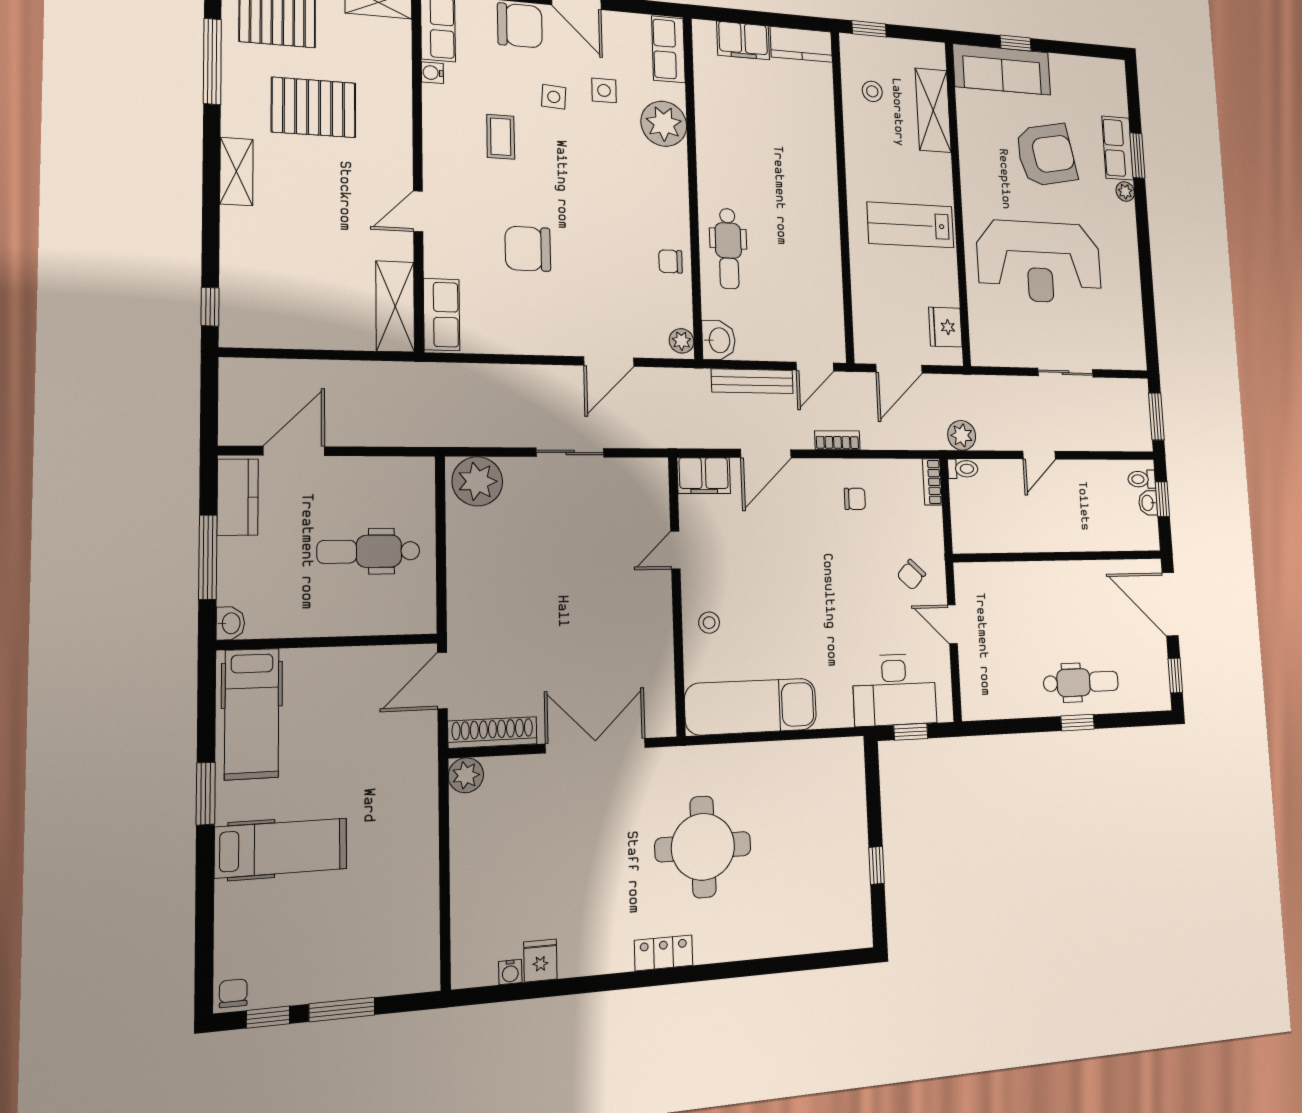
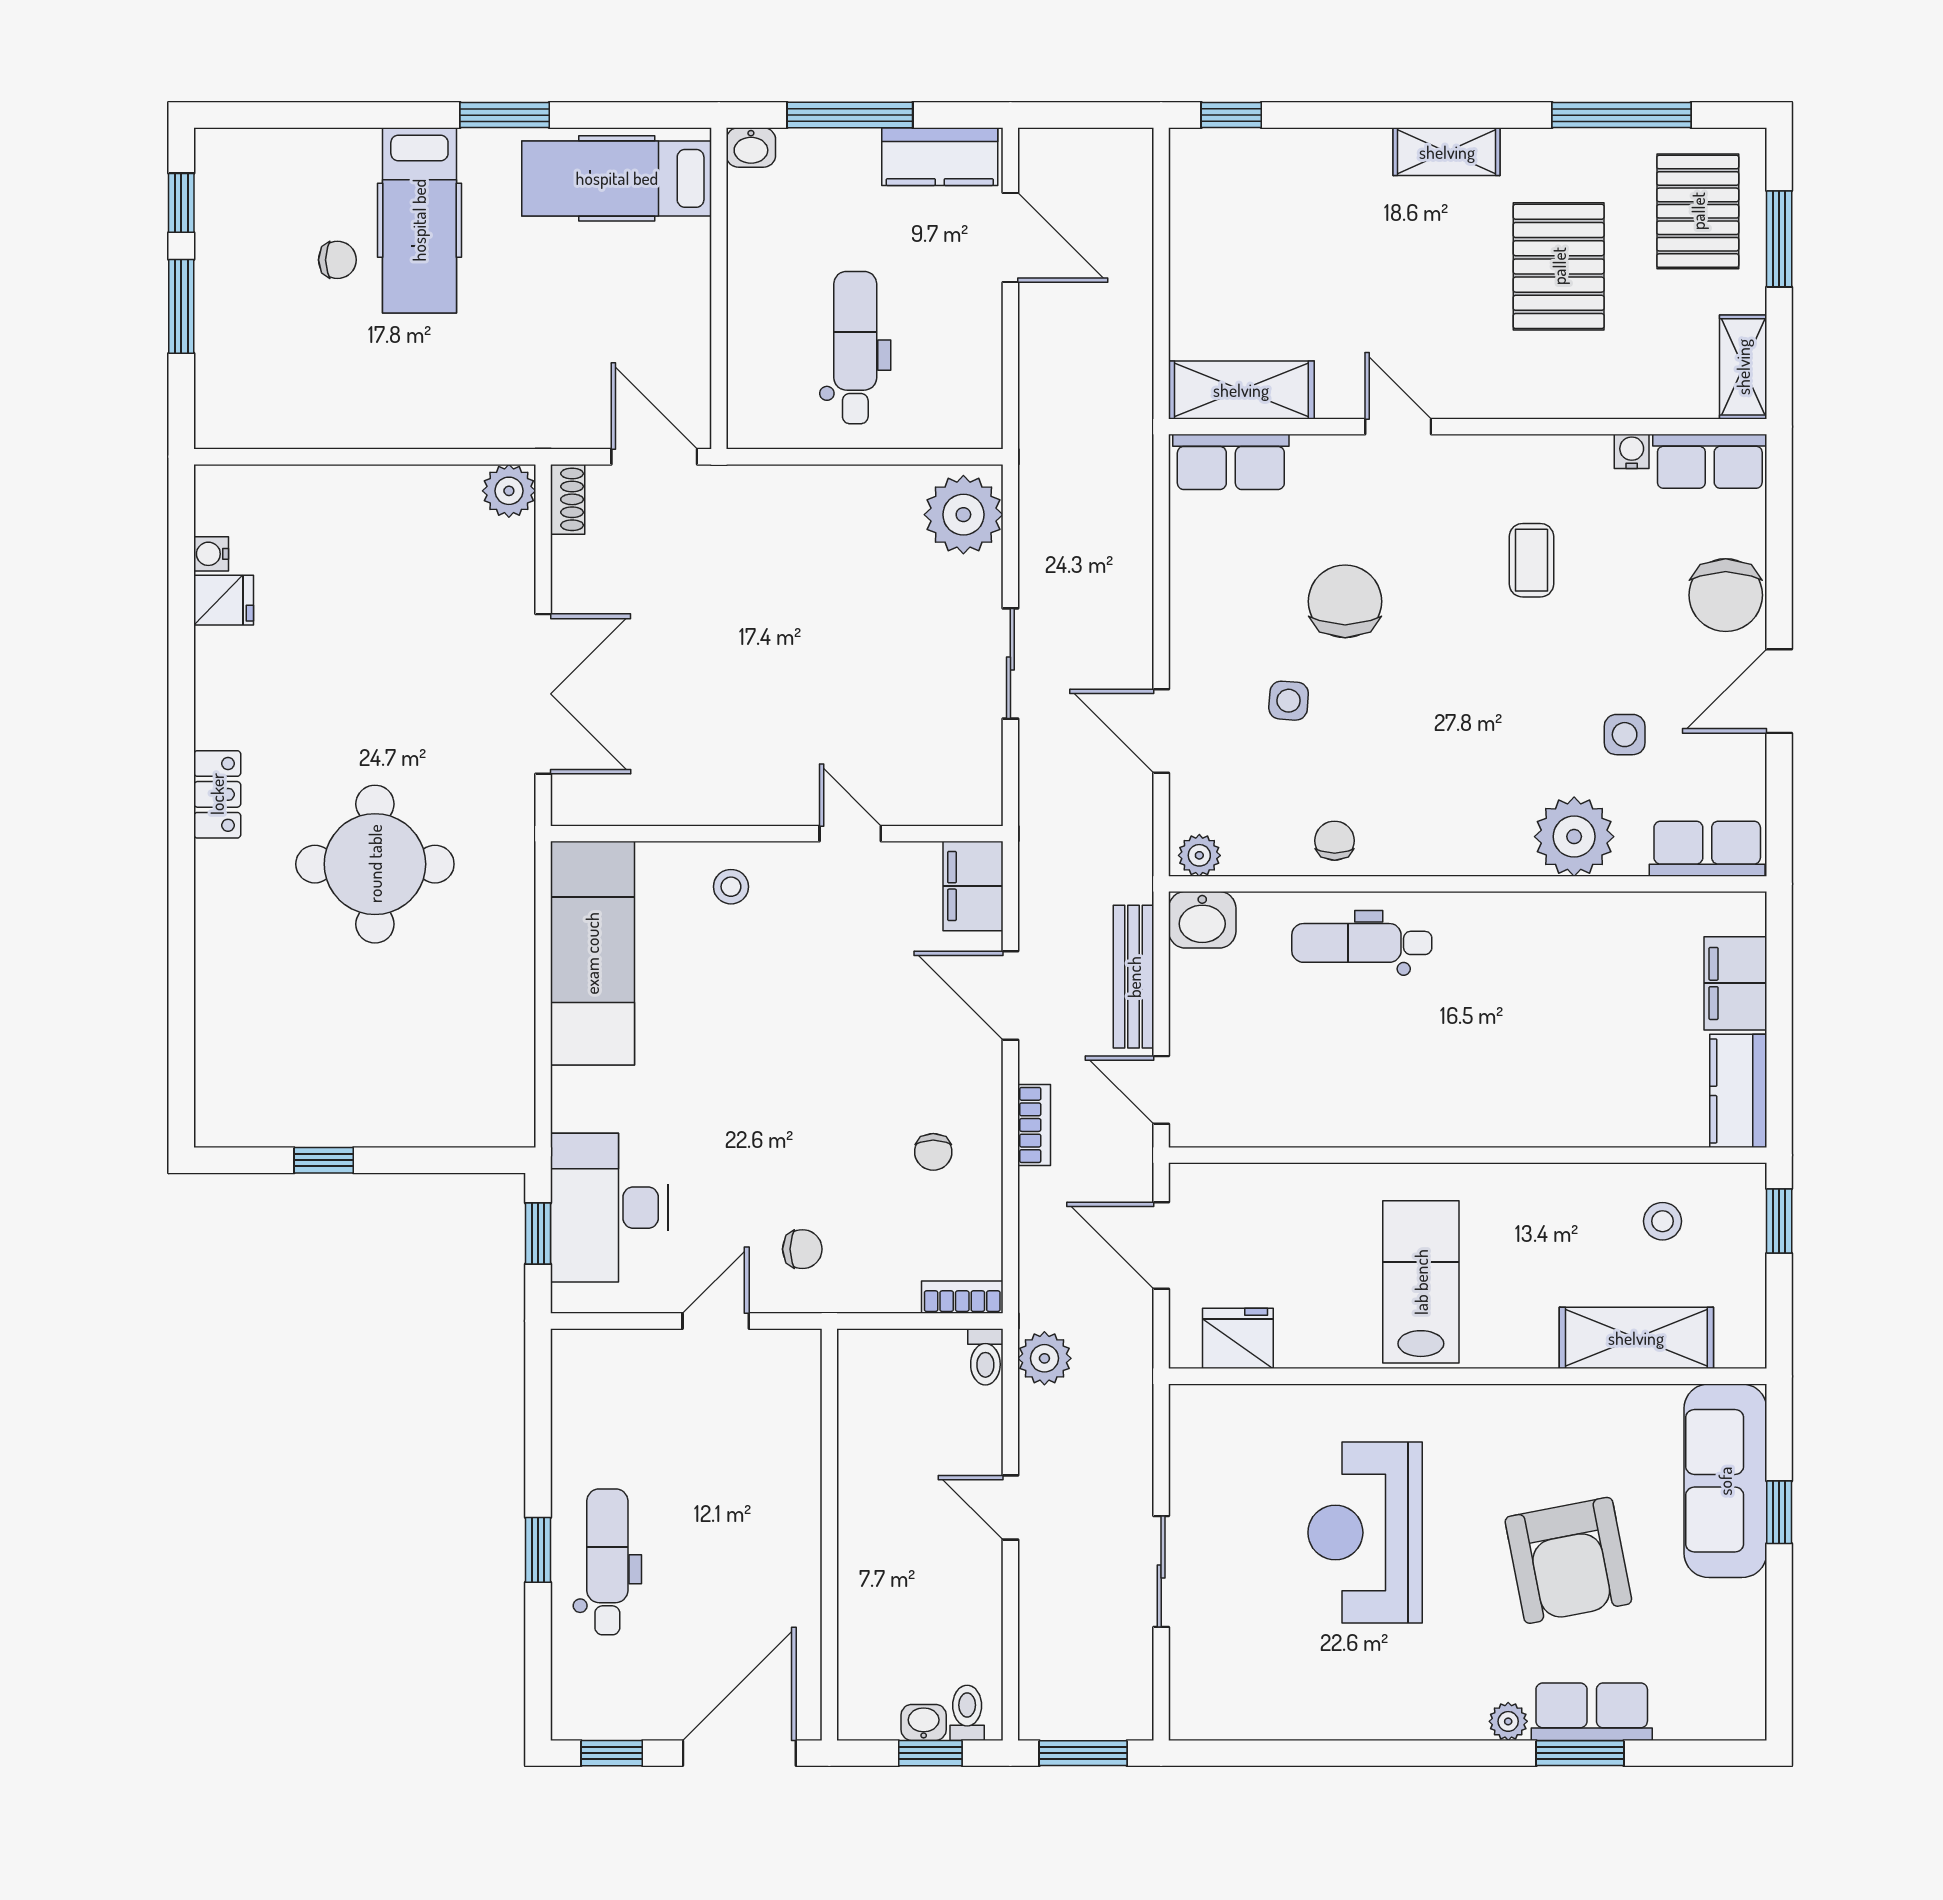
side table: (554, 97) -> (1289, 701), moved
coffee table: (501, 137) -> (1531, 560), turned 90
reception desk: (1039, 262) -> (1365, 1533), width x0.74, depth x0.77
chair: (911, 575) -> (802, 1249), turned 137
dental chair: (1081, 682) -> (607, 1562), turned 180
shoe rack: (492, 732) -> (568, 499), width x0.51, depth x0.81
chair: (233, 993) -> (337, 260), moved

